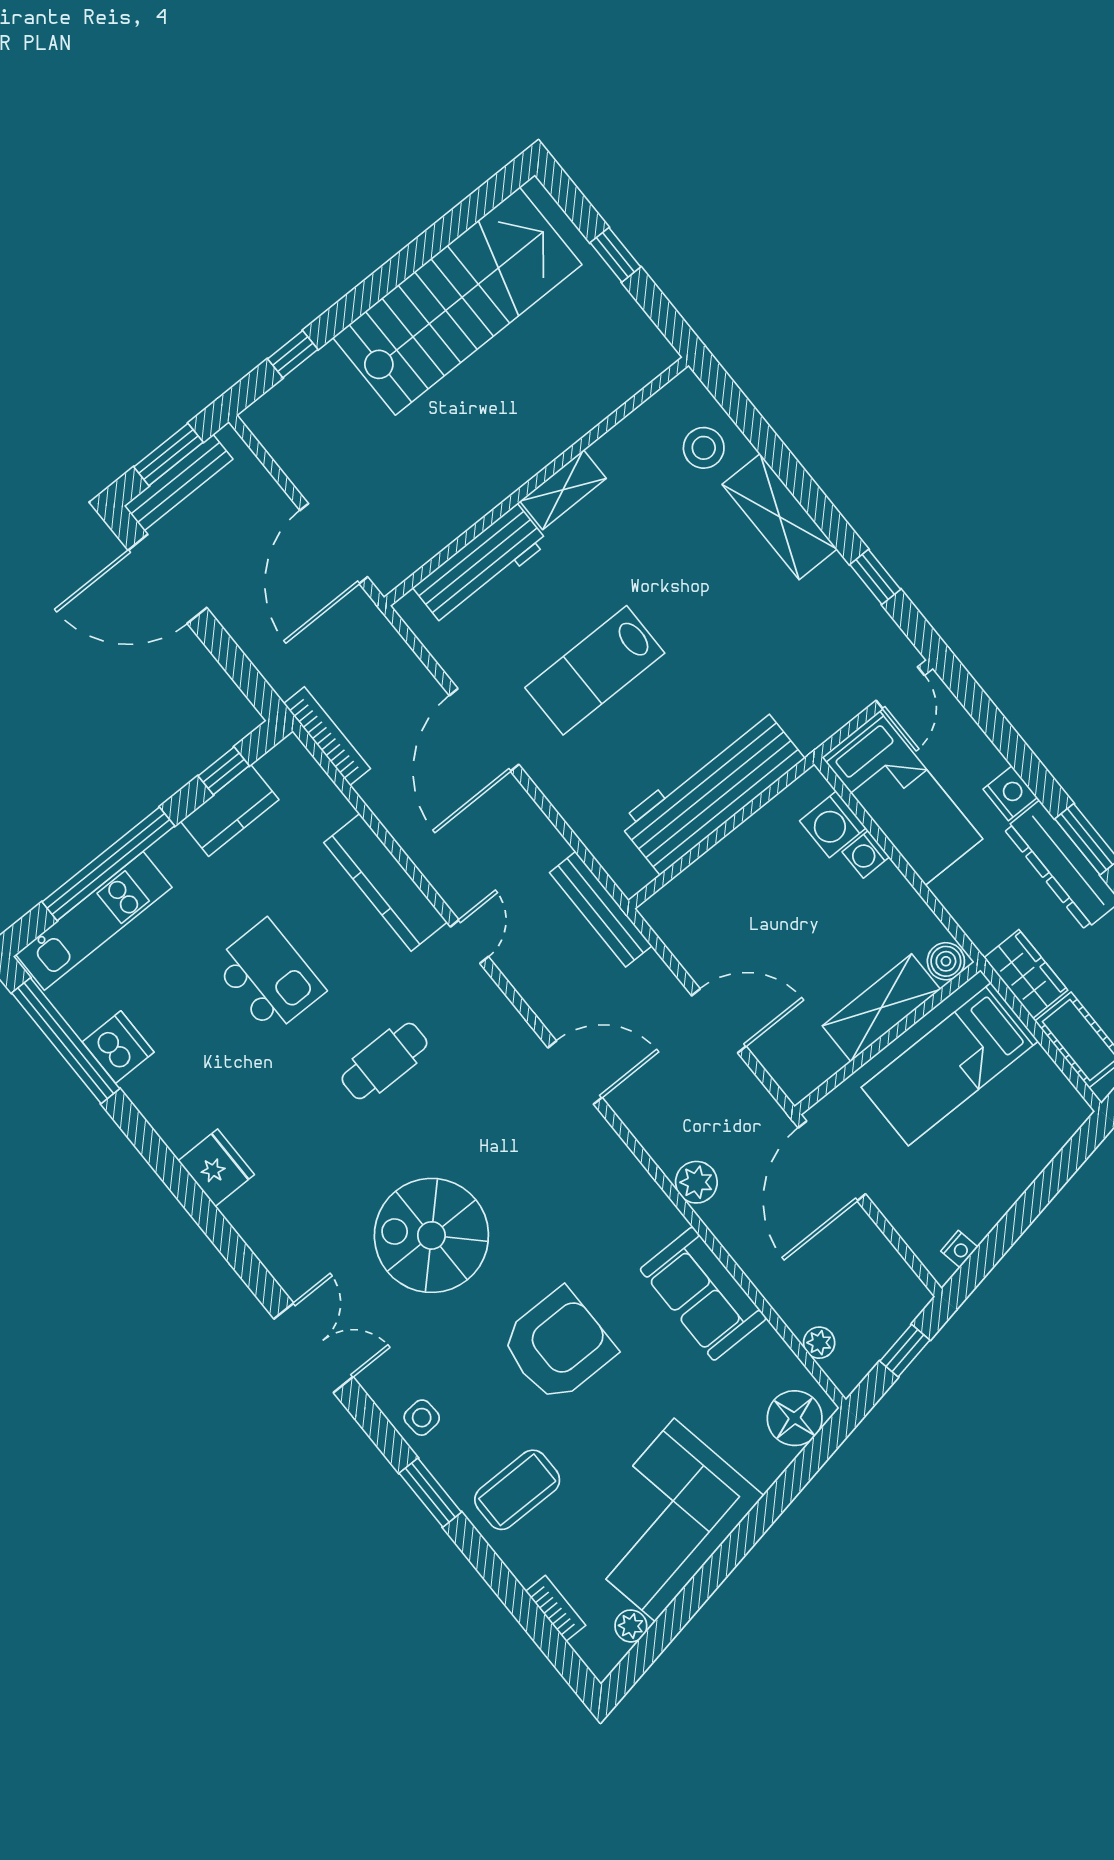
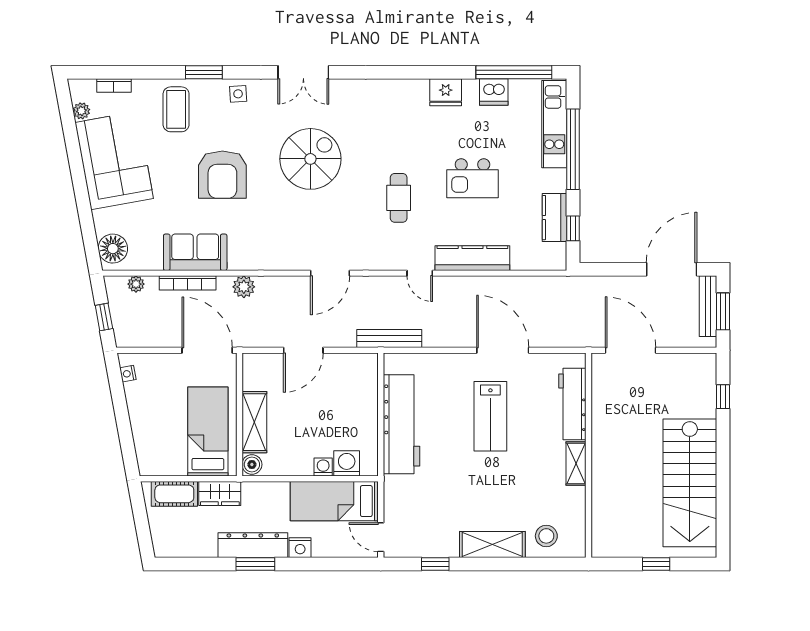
lab bench: (595, 670) -> (490, 416), turned 180
bookcase: (327, 736) -> (188, 283), moved
fridge: (216, 1168) -> (446, 92), moved

